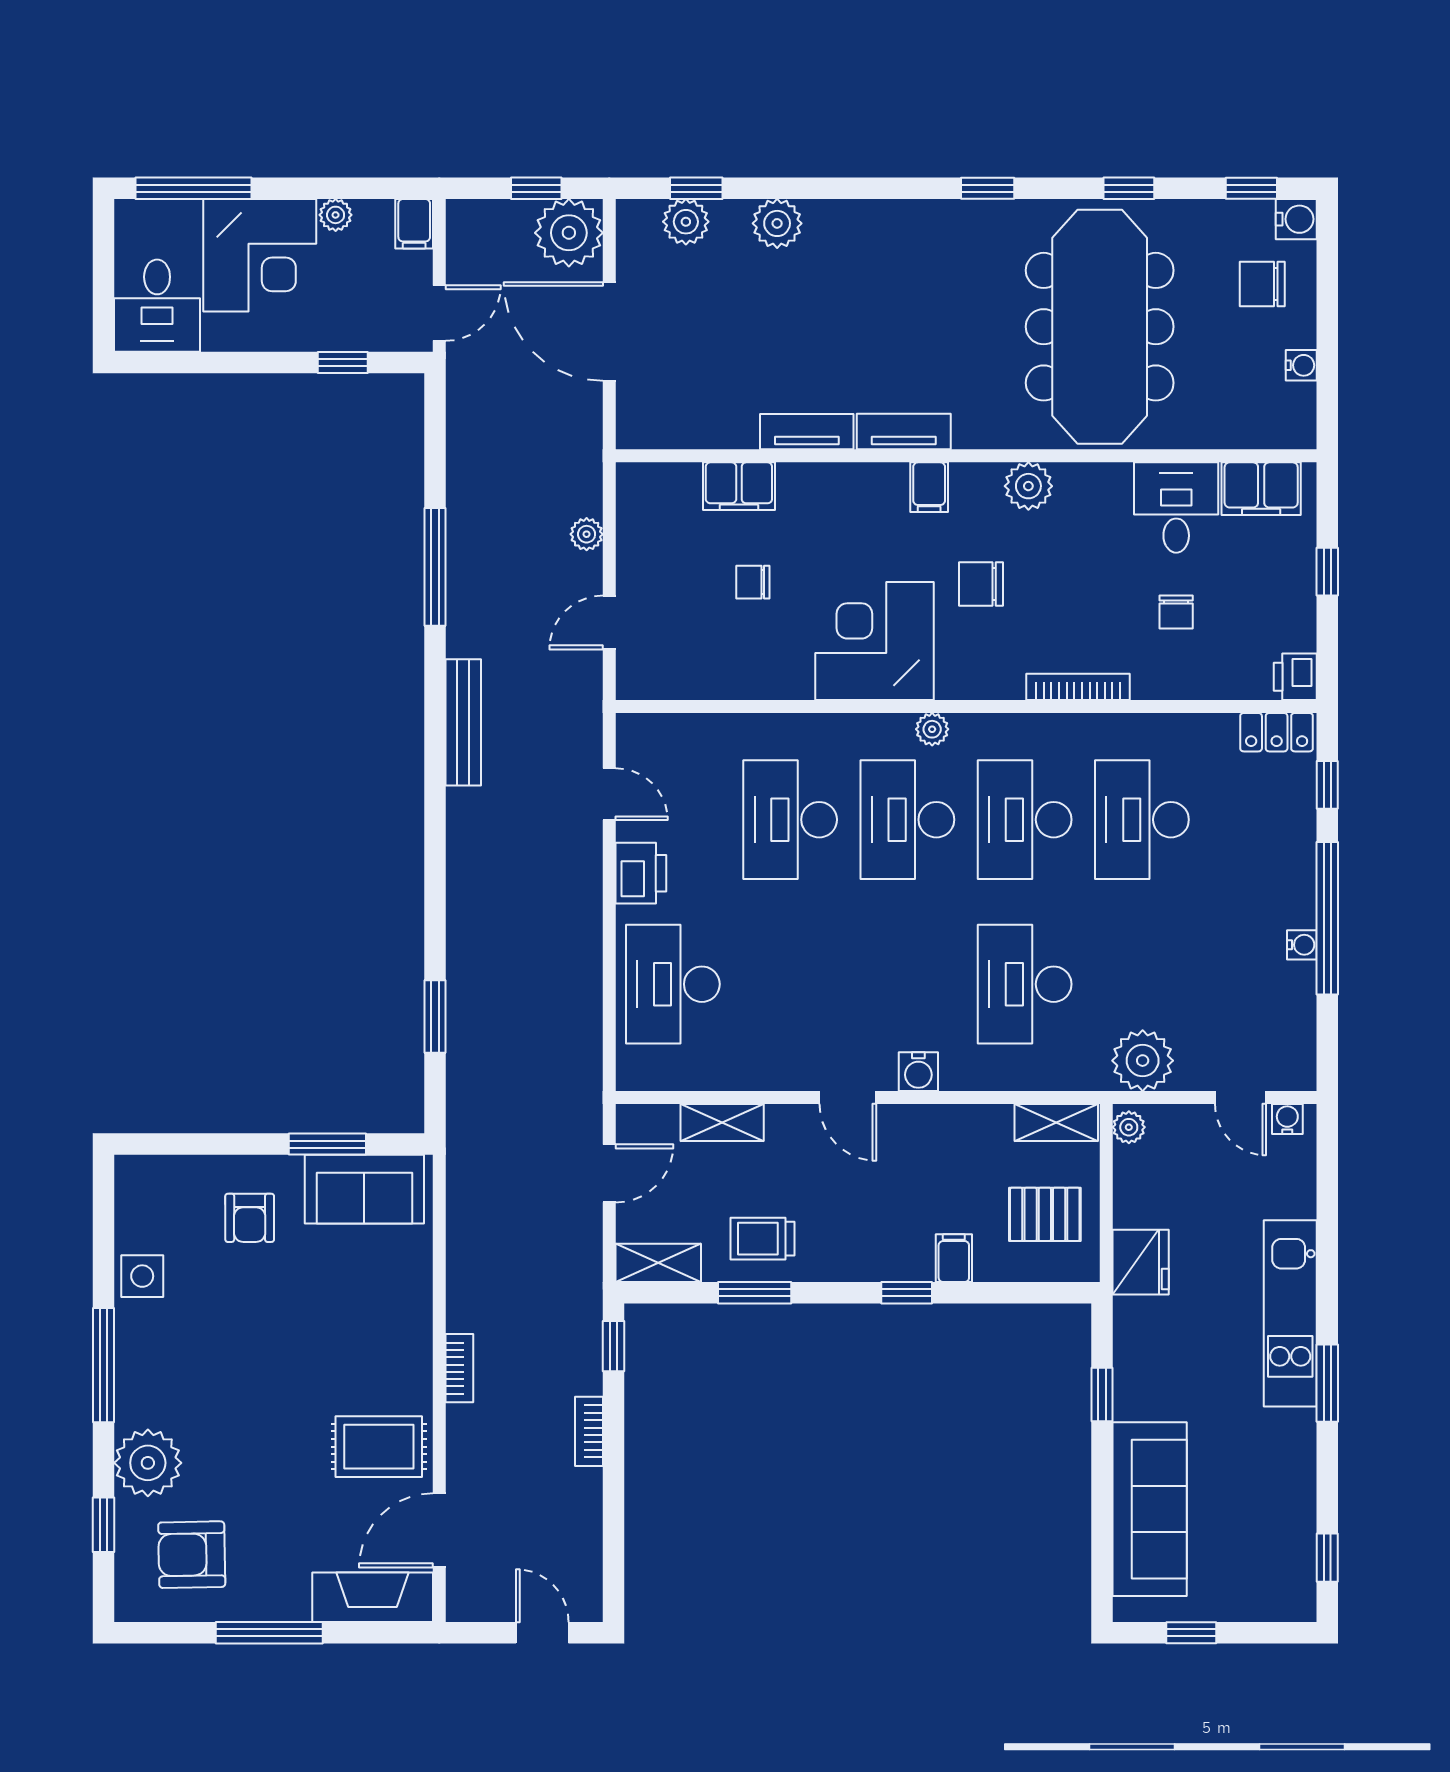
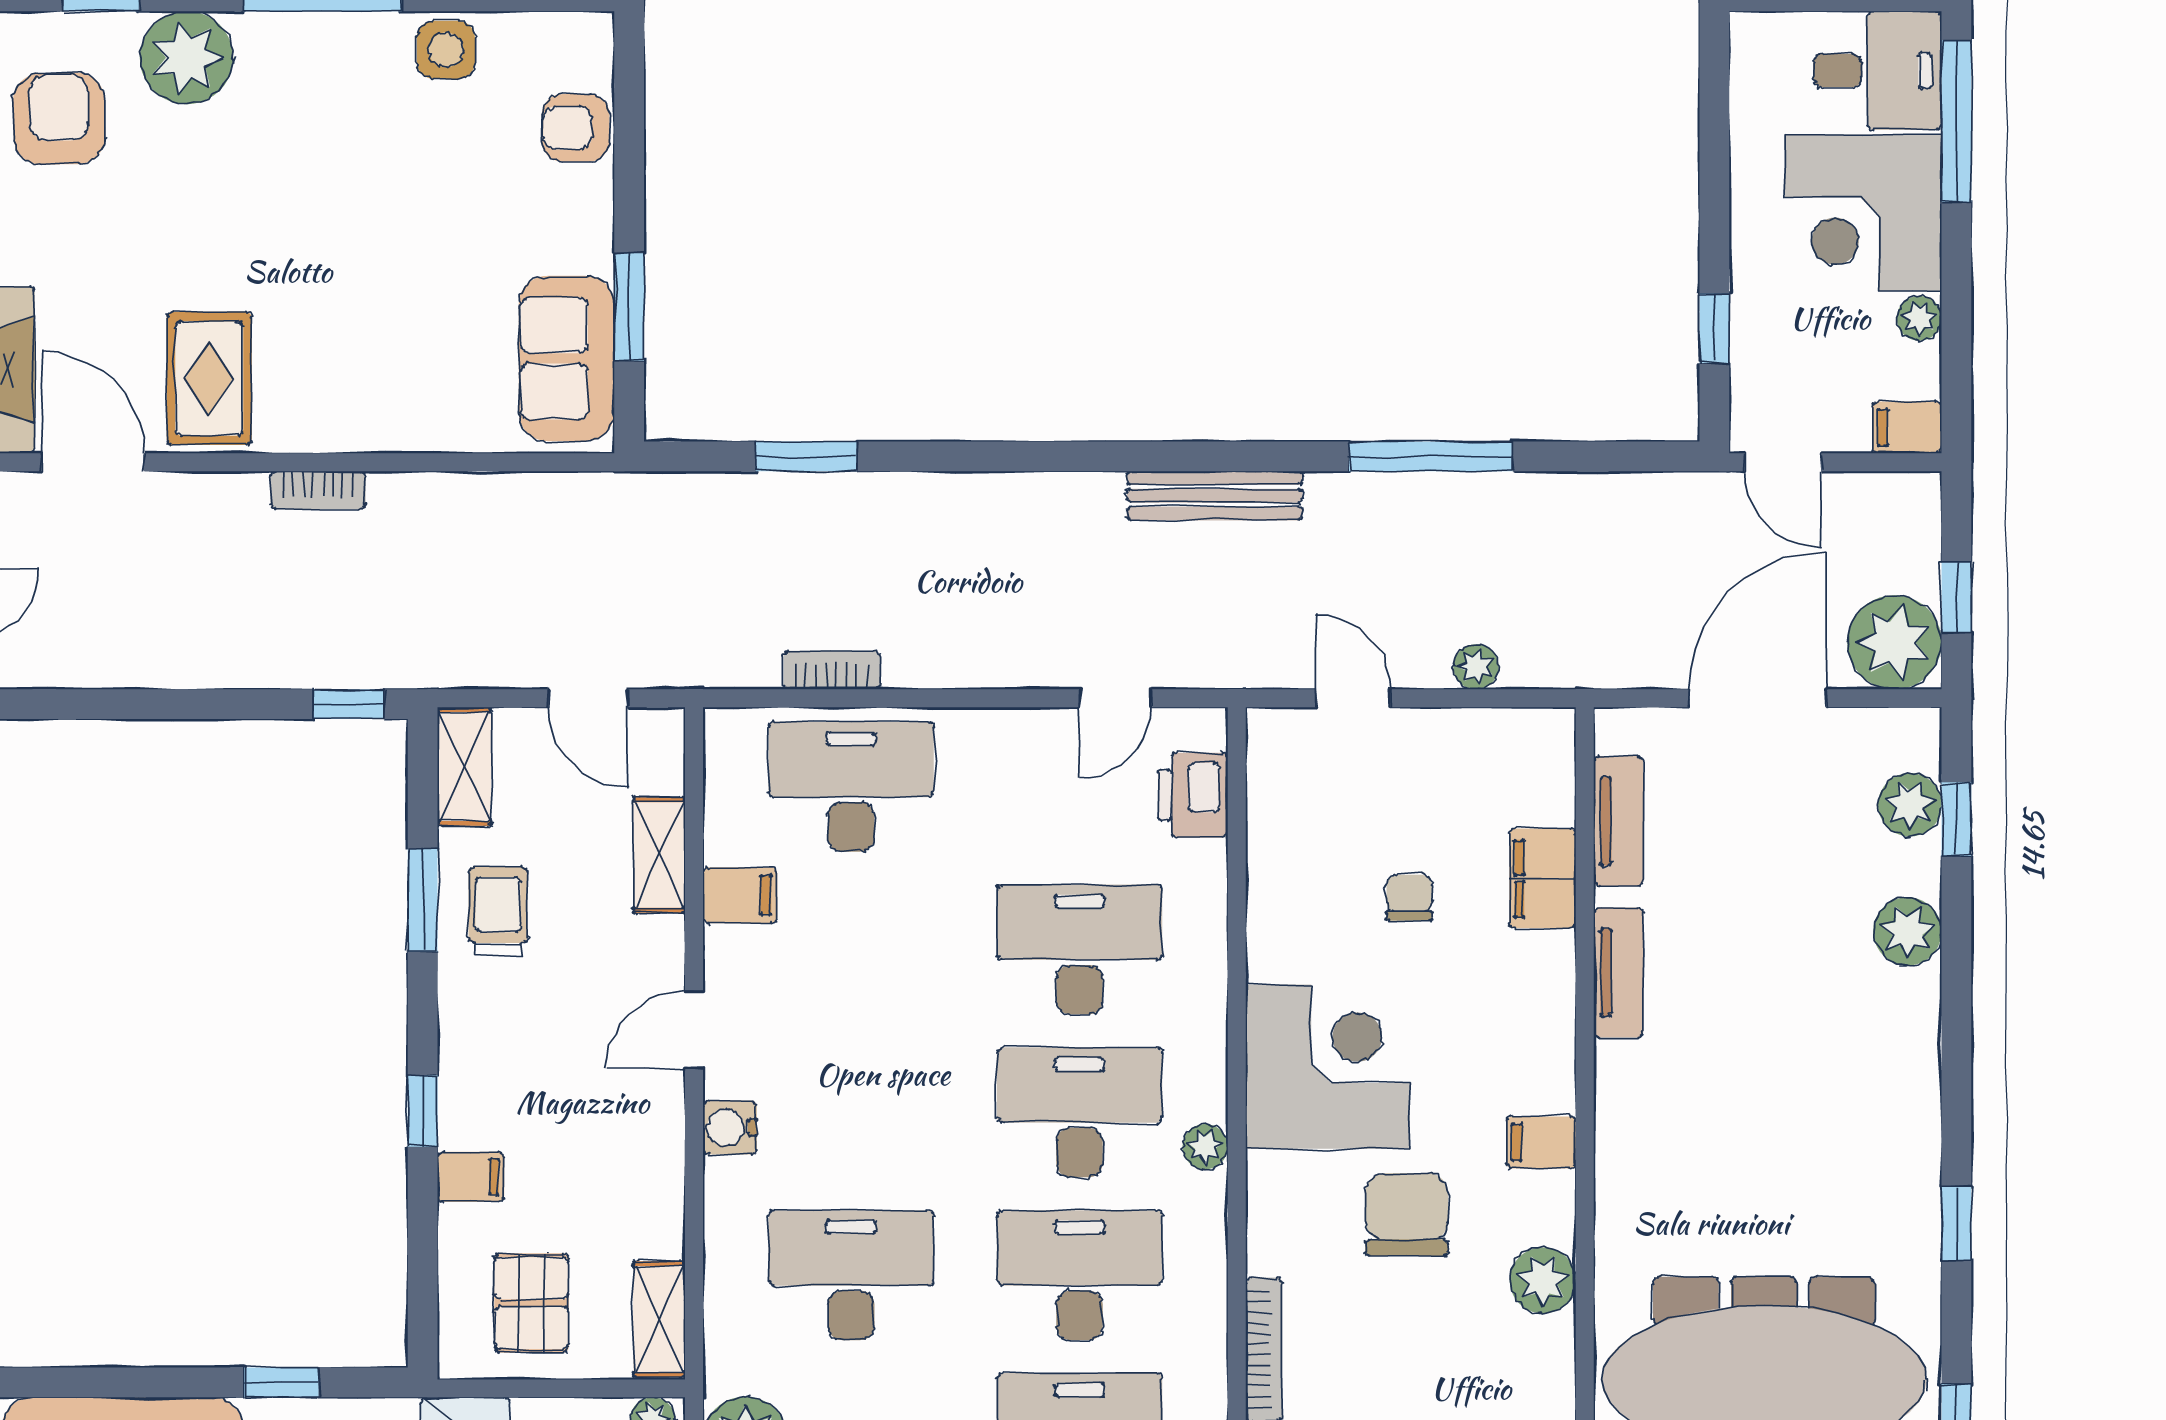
desk: (157, 306) -> (1877, 71), moved, turned 180
tv unit: (904, 432) -> (1618, 821), moved
chair: (981, 584) -> (1407, 1215), width x1.37, depth x1.37
printer: (641, 873) -> (1193, 795), moved, turned 90
filing cabinet: (751, 1064) -> (740, 895), added
armchair: (250, 1218) -> (576, 128), moved
bookcase: (589, 1431) -> (832, 670), moved

